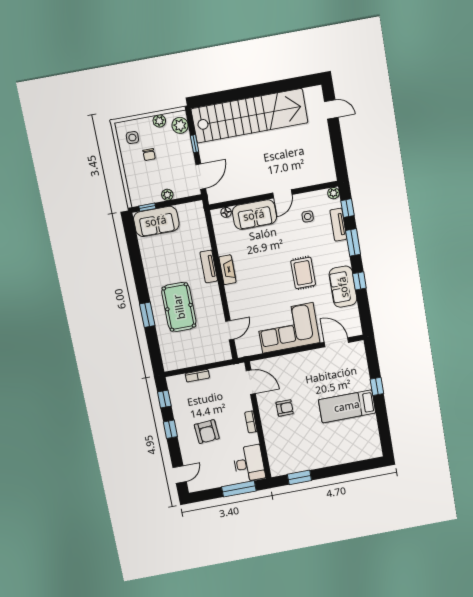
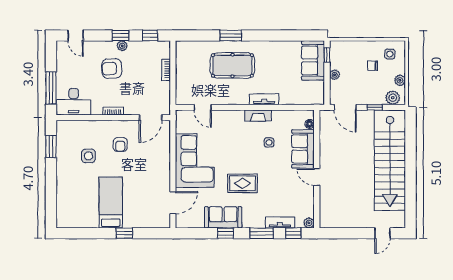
side table: (308, 216) -> (269, 142), moved
plant: (181, 425) -> (122, 46), added
side table: (302, 438) -> (88, 156), added

